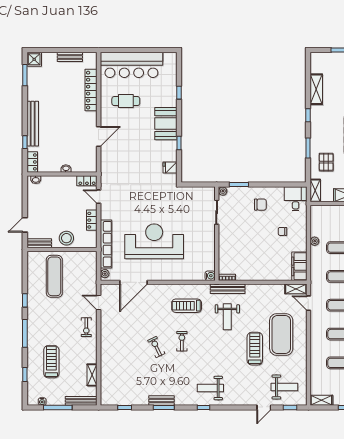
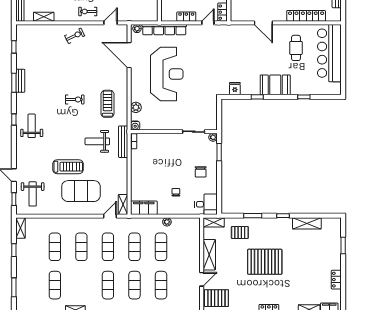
plant: (190, 275) -> (136, 107), added
exercise bike: (156, 347) -> (75, 36), moved

